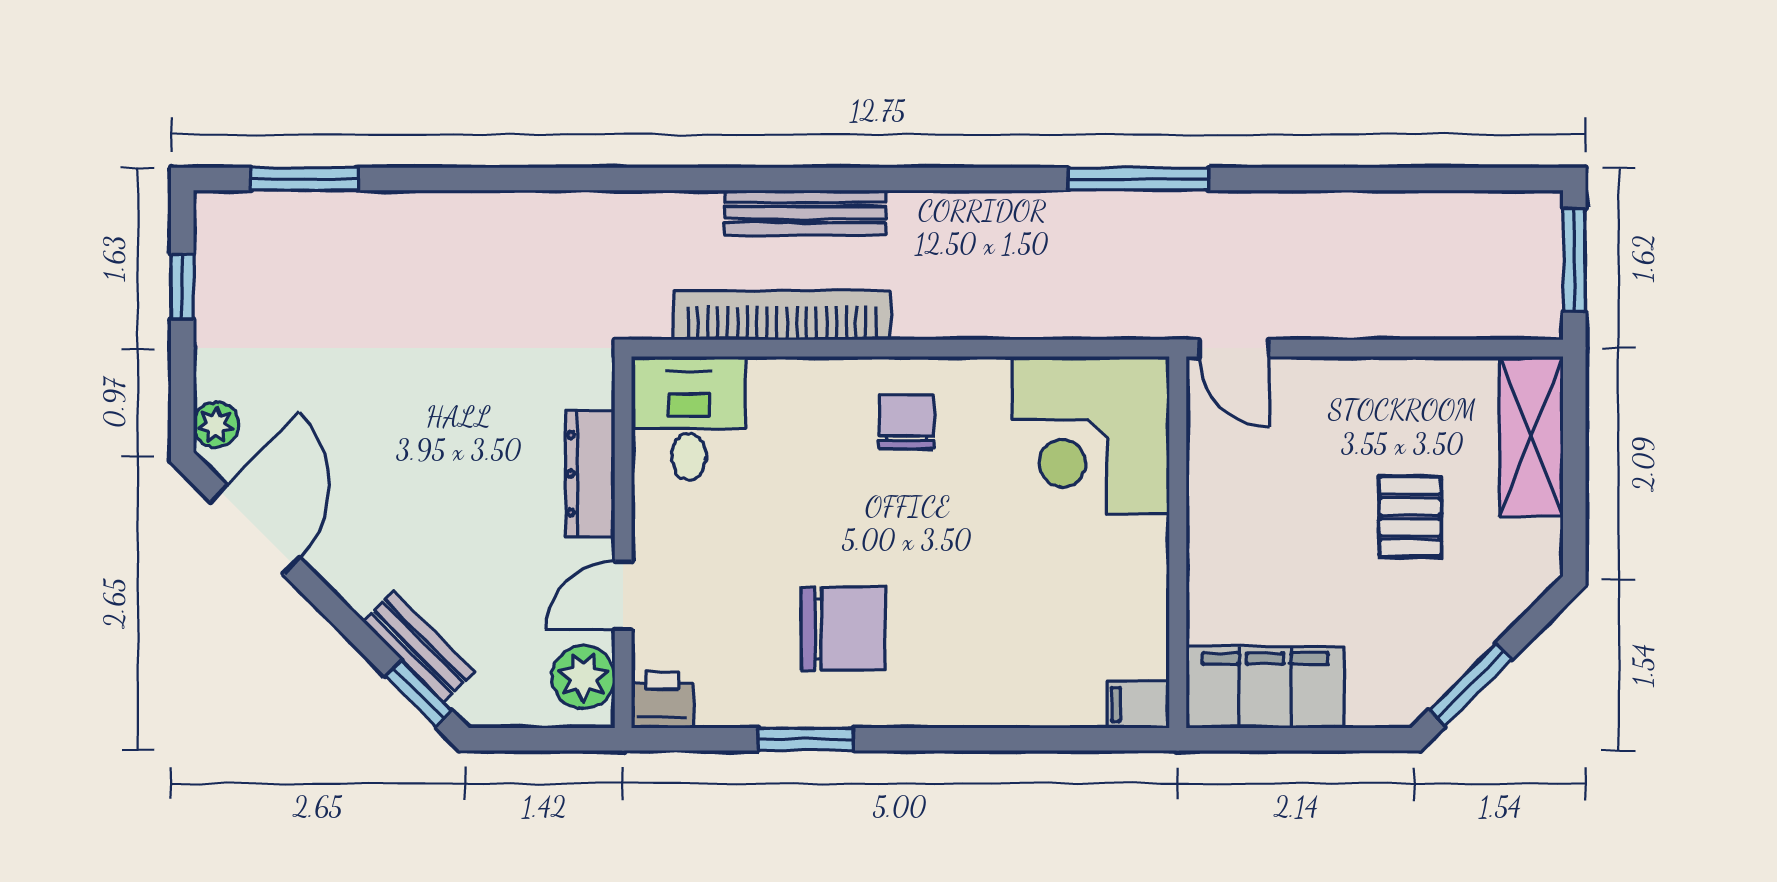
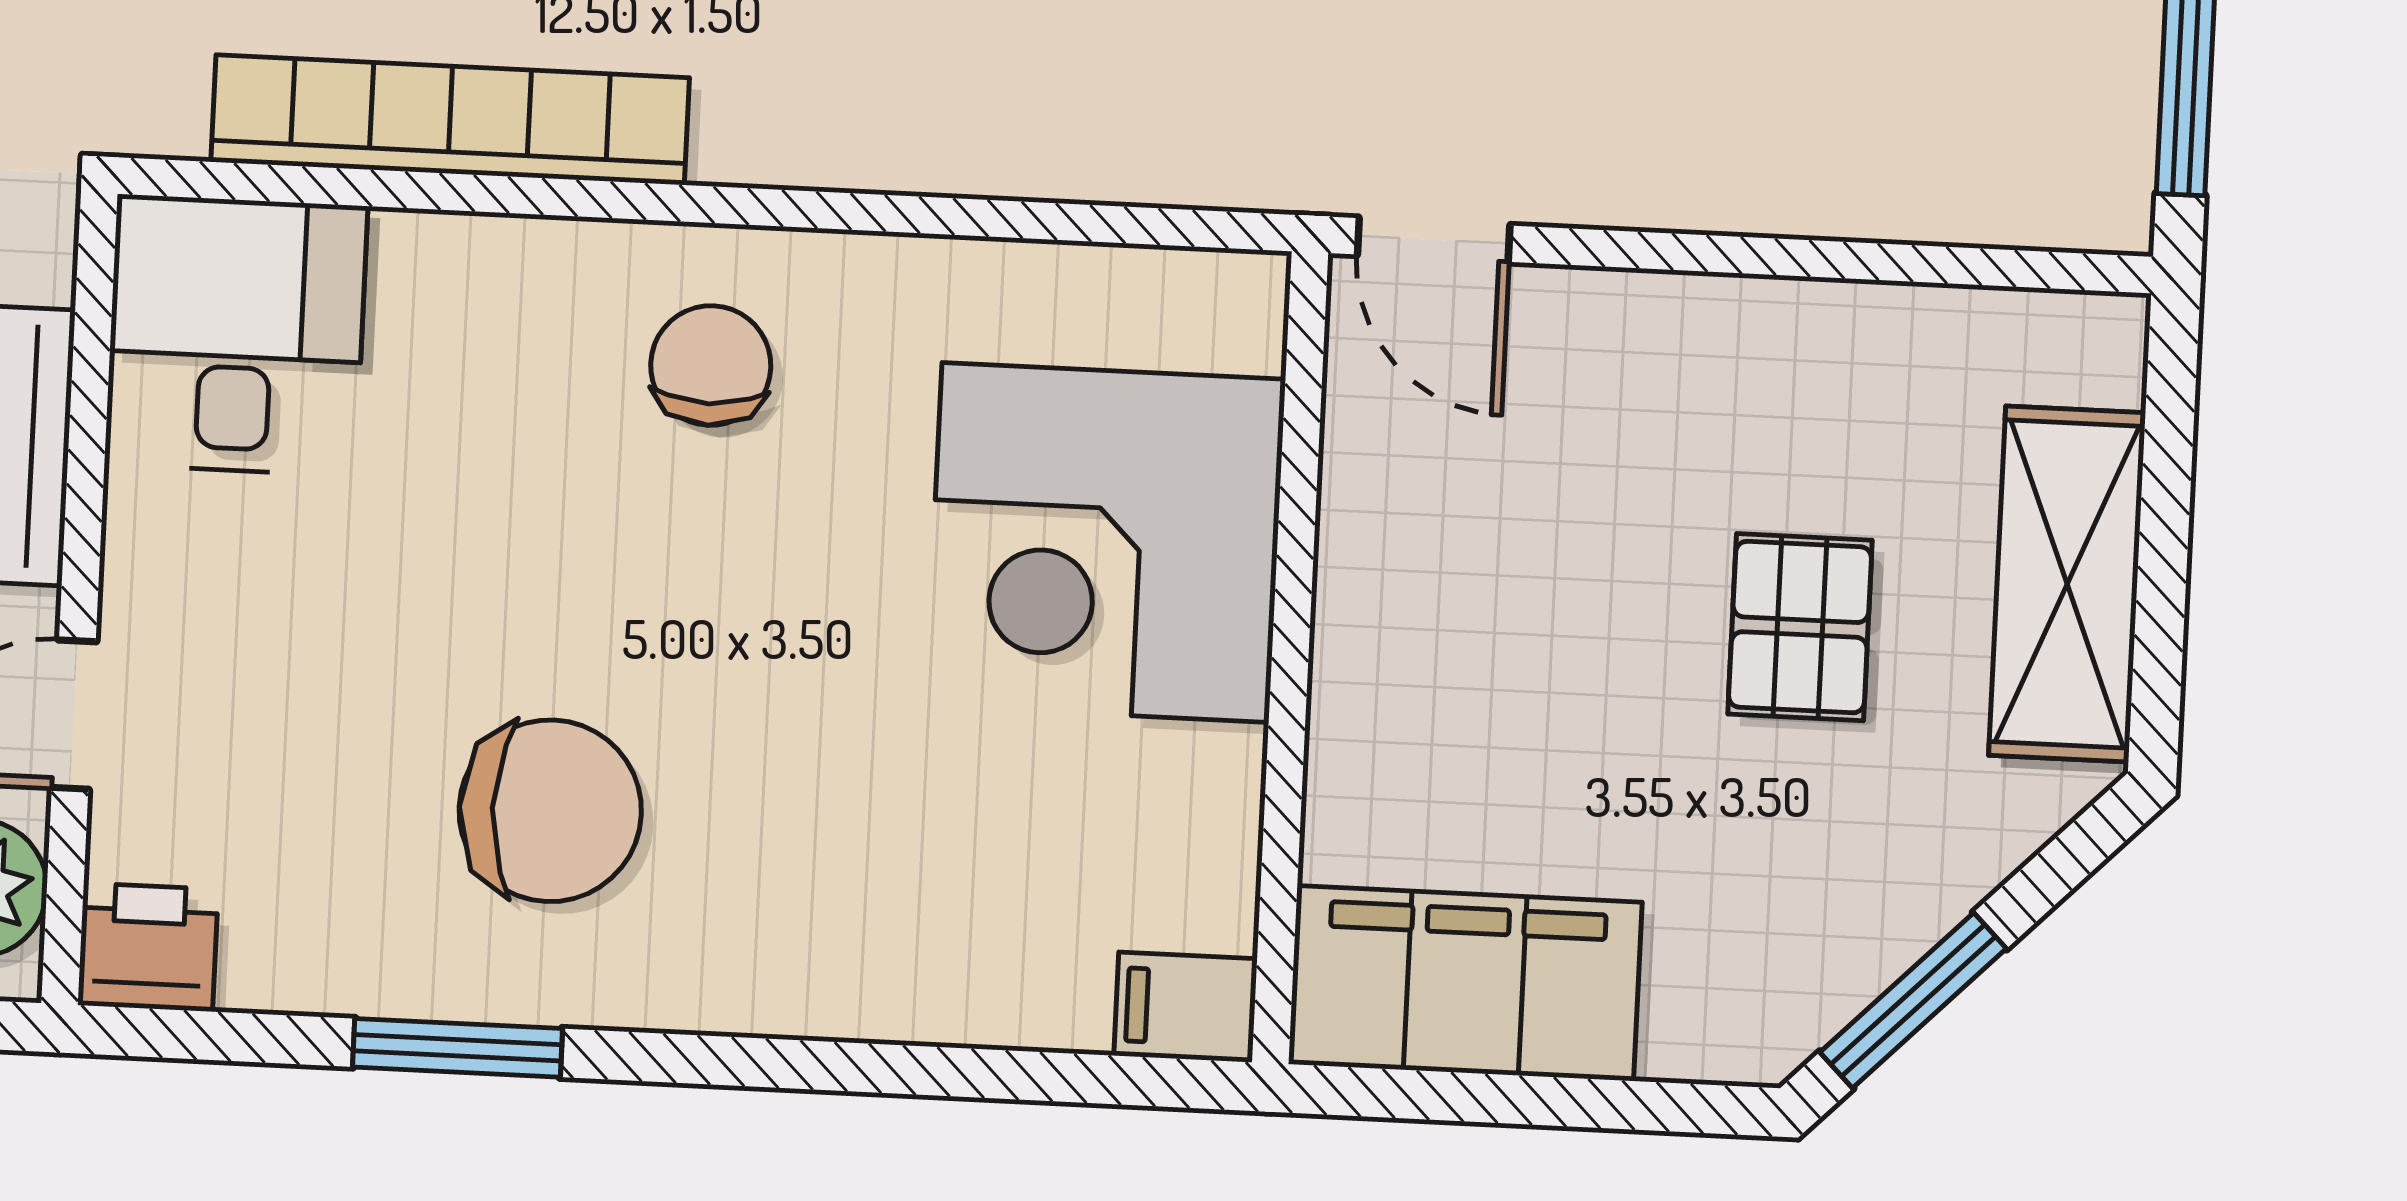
corner desk: (1091, 435) -> (1105, 543), moved
shelving: (1531, 437) -> (2067, 584), moved

